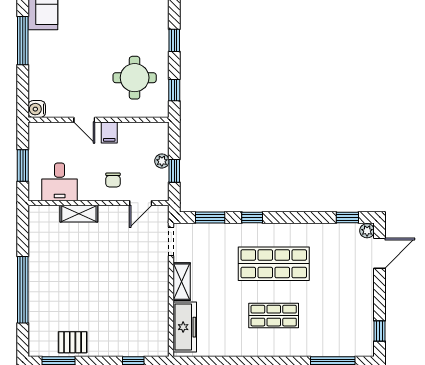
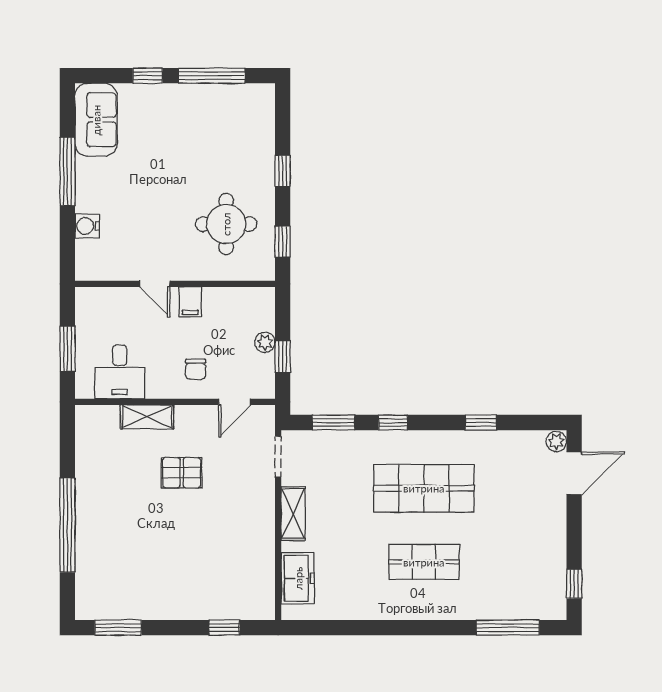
water cooler: (37, 109) -> (87, 226), moved
window: (347, 217) -> (481, 423), moved
freezer: (185, 327) -> (298, 578), width x0.71
pallet: (73, 342) -> (182, 473), moved

